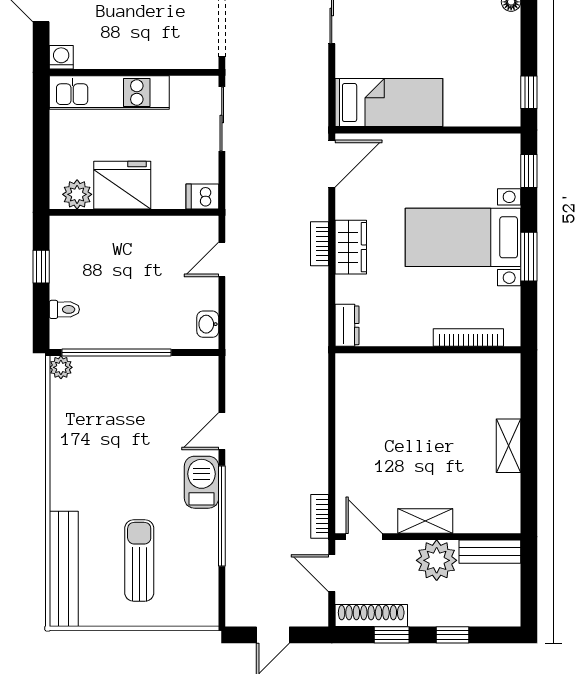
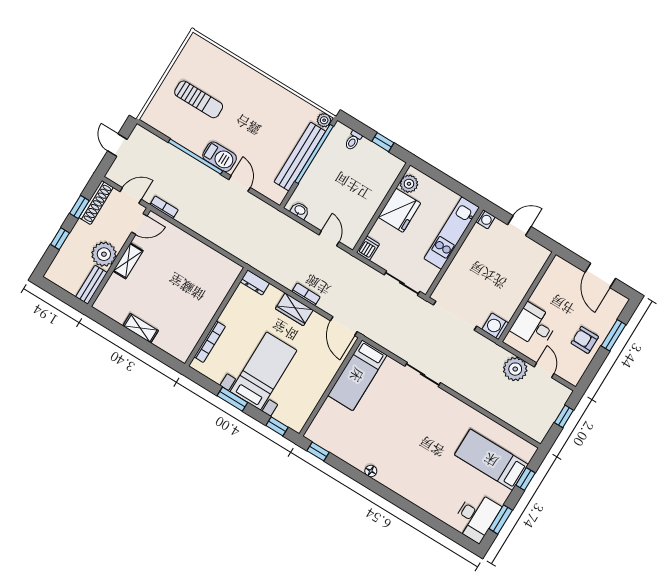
bench: (64, 569) -> (300, 157), moved, turned 90

